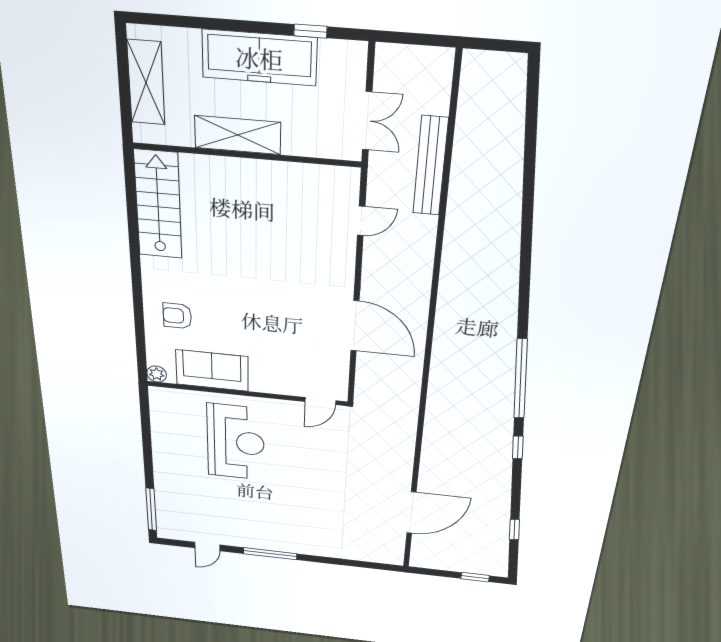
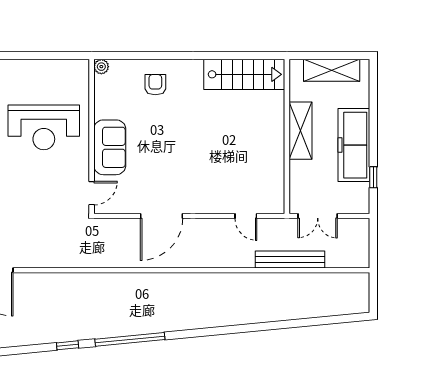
sofa: (212, 370) -> (110, 147), moved
door: (320, 401) -> (92, 193), swing flipped

